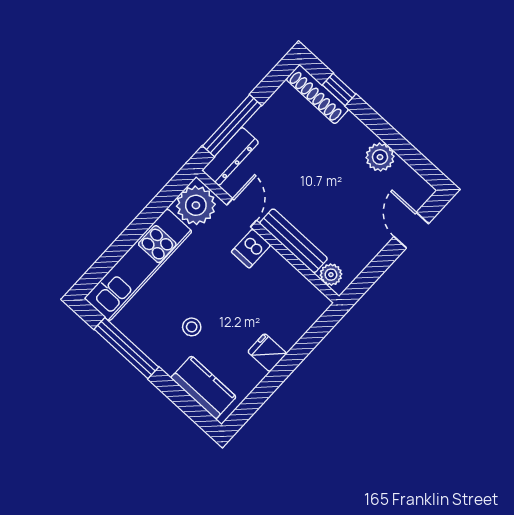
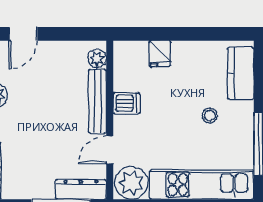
dishwasher: (251, 248) -> (127, 103), moved
fridge: (267, 353) -> (160, 54), moved

